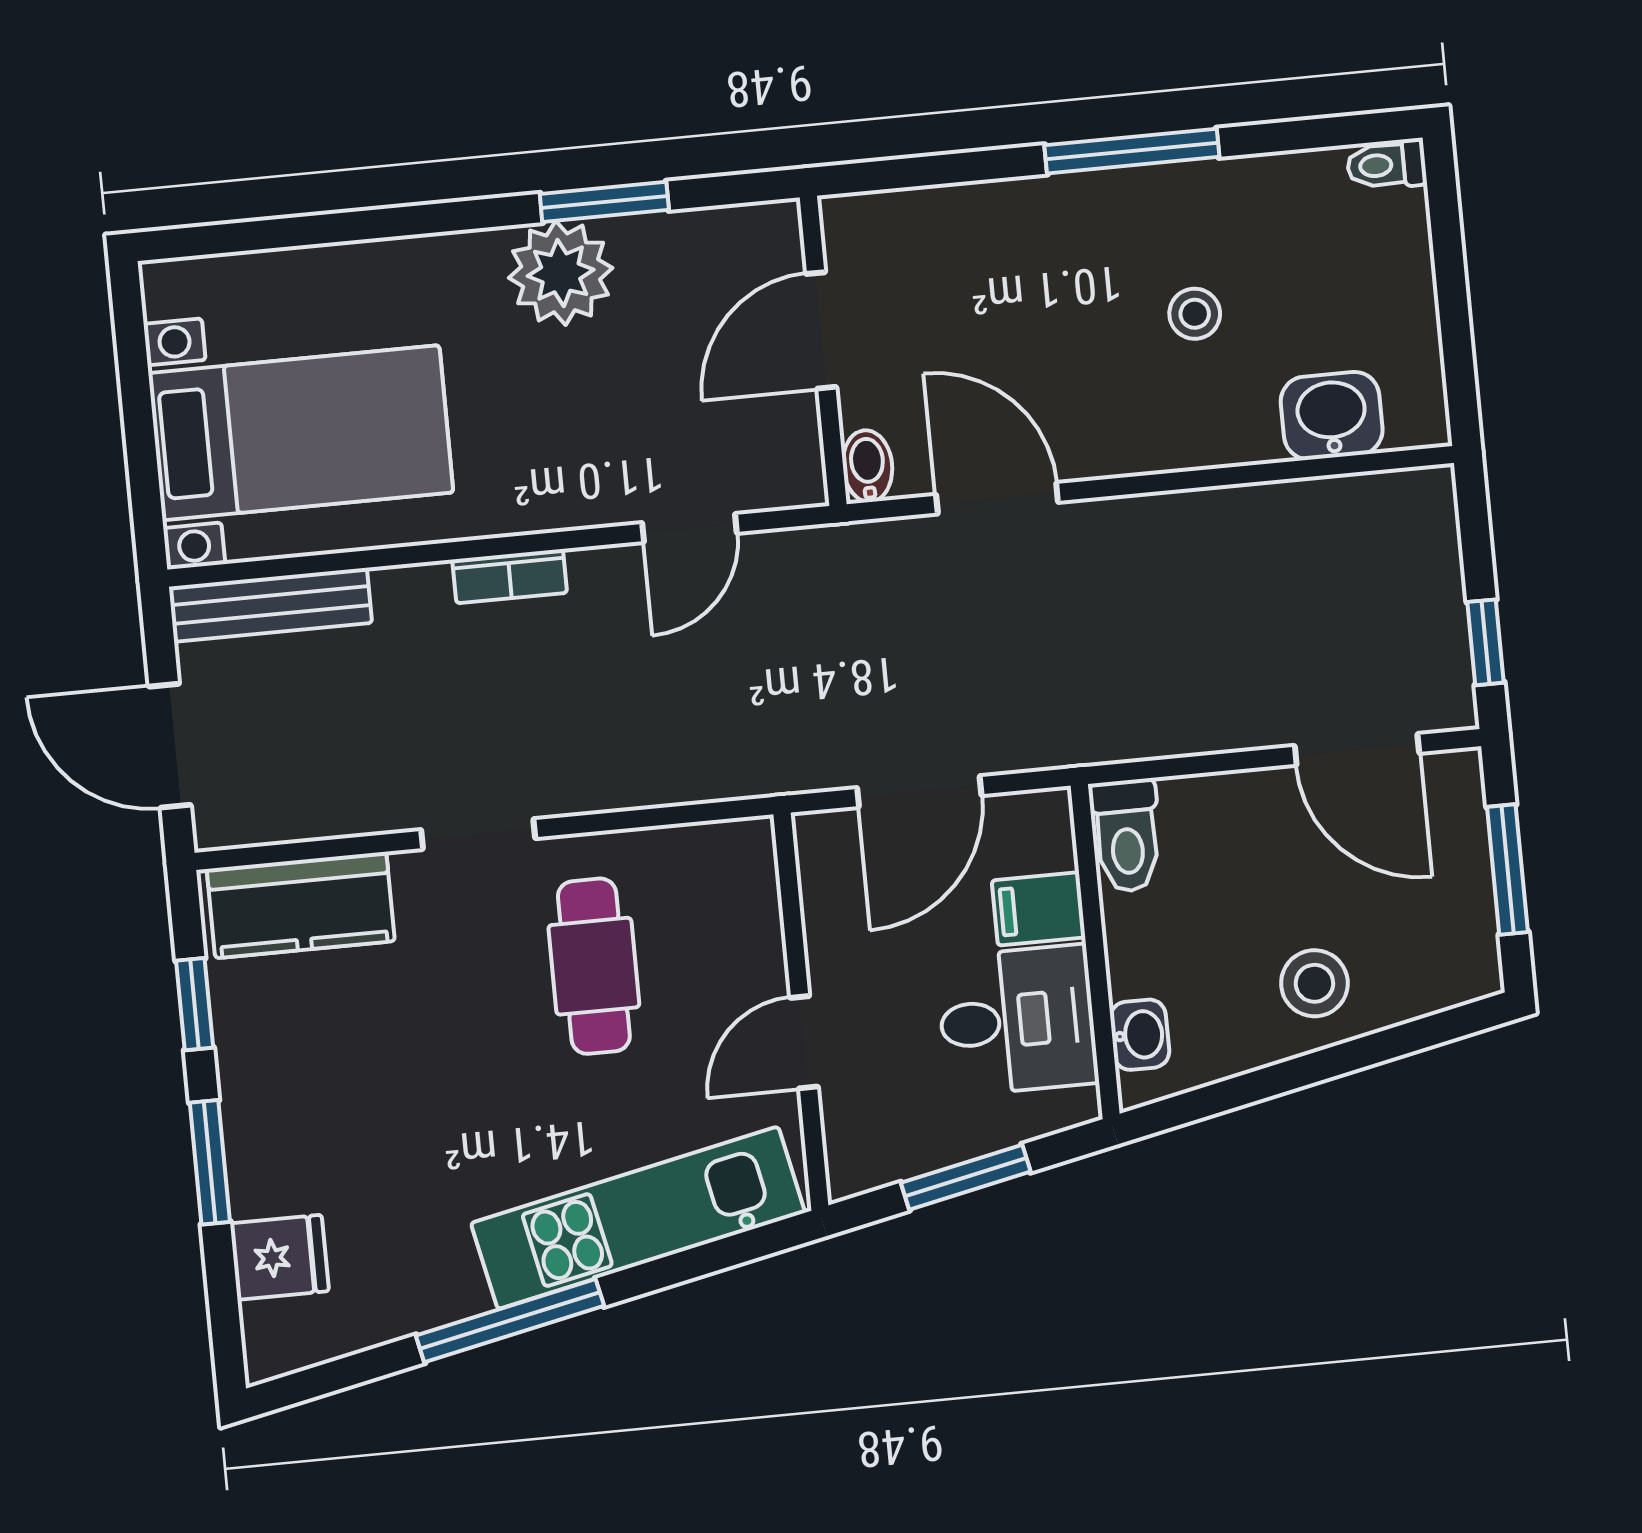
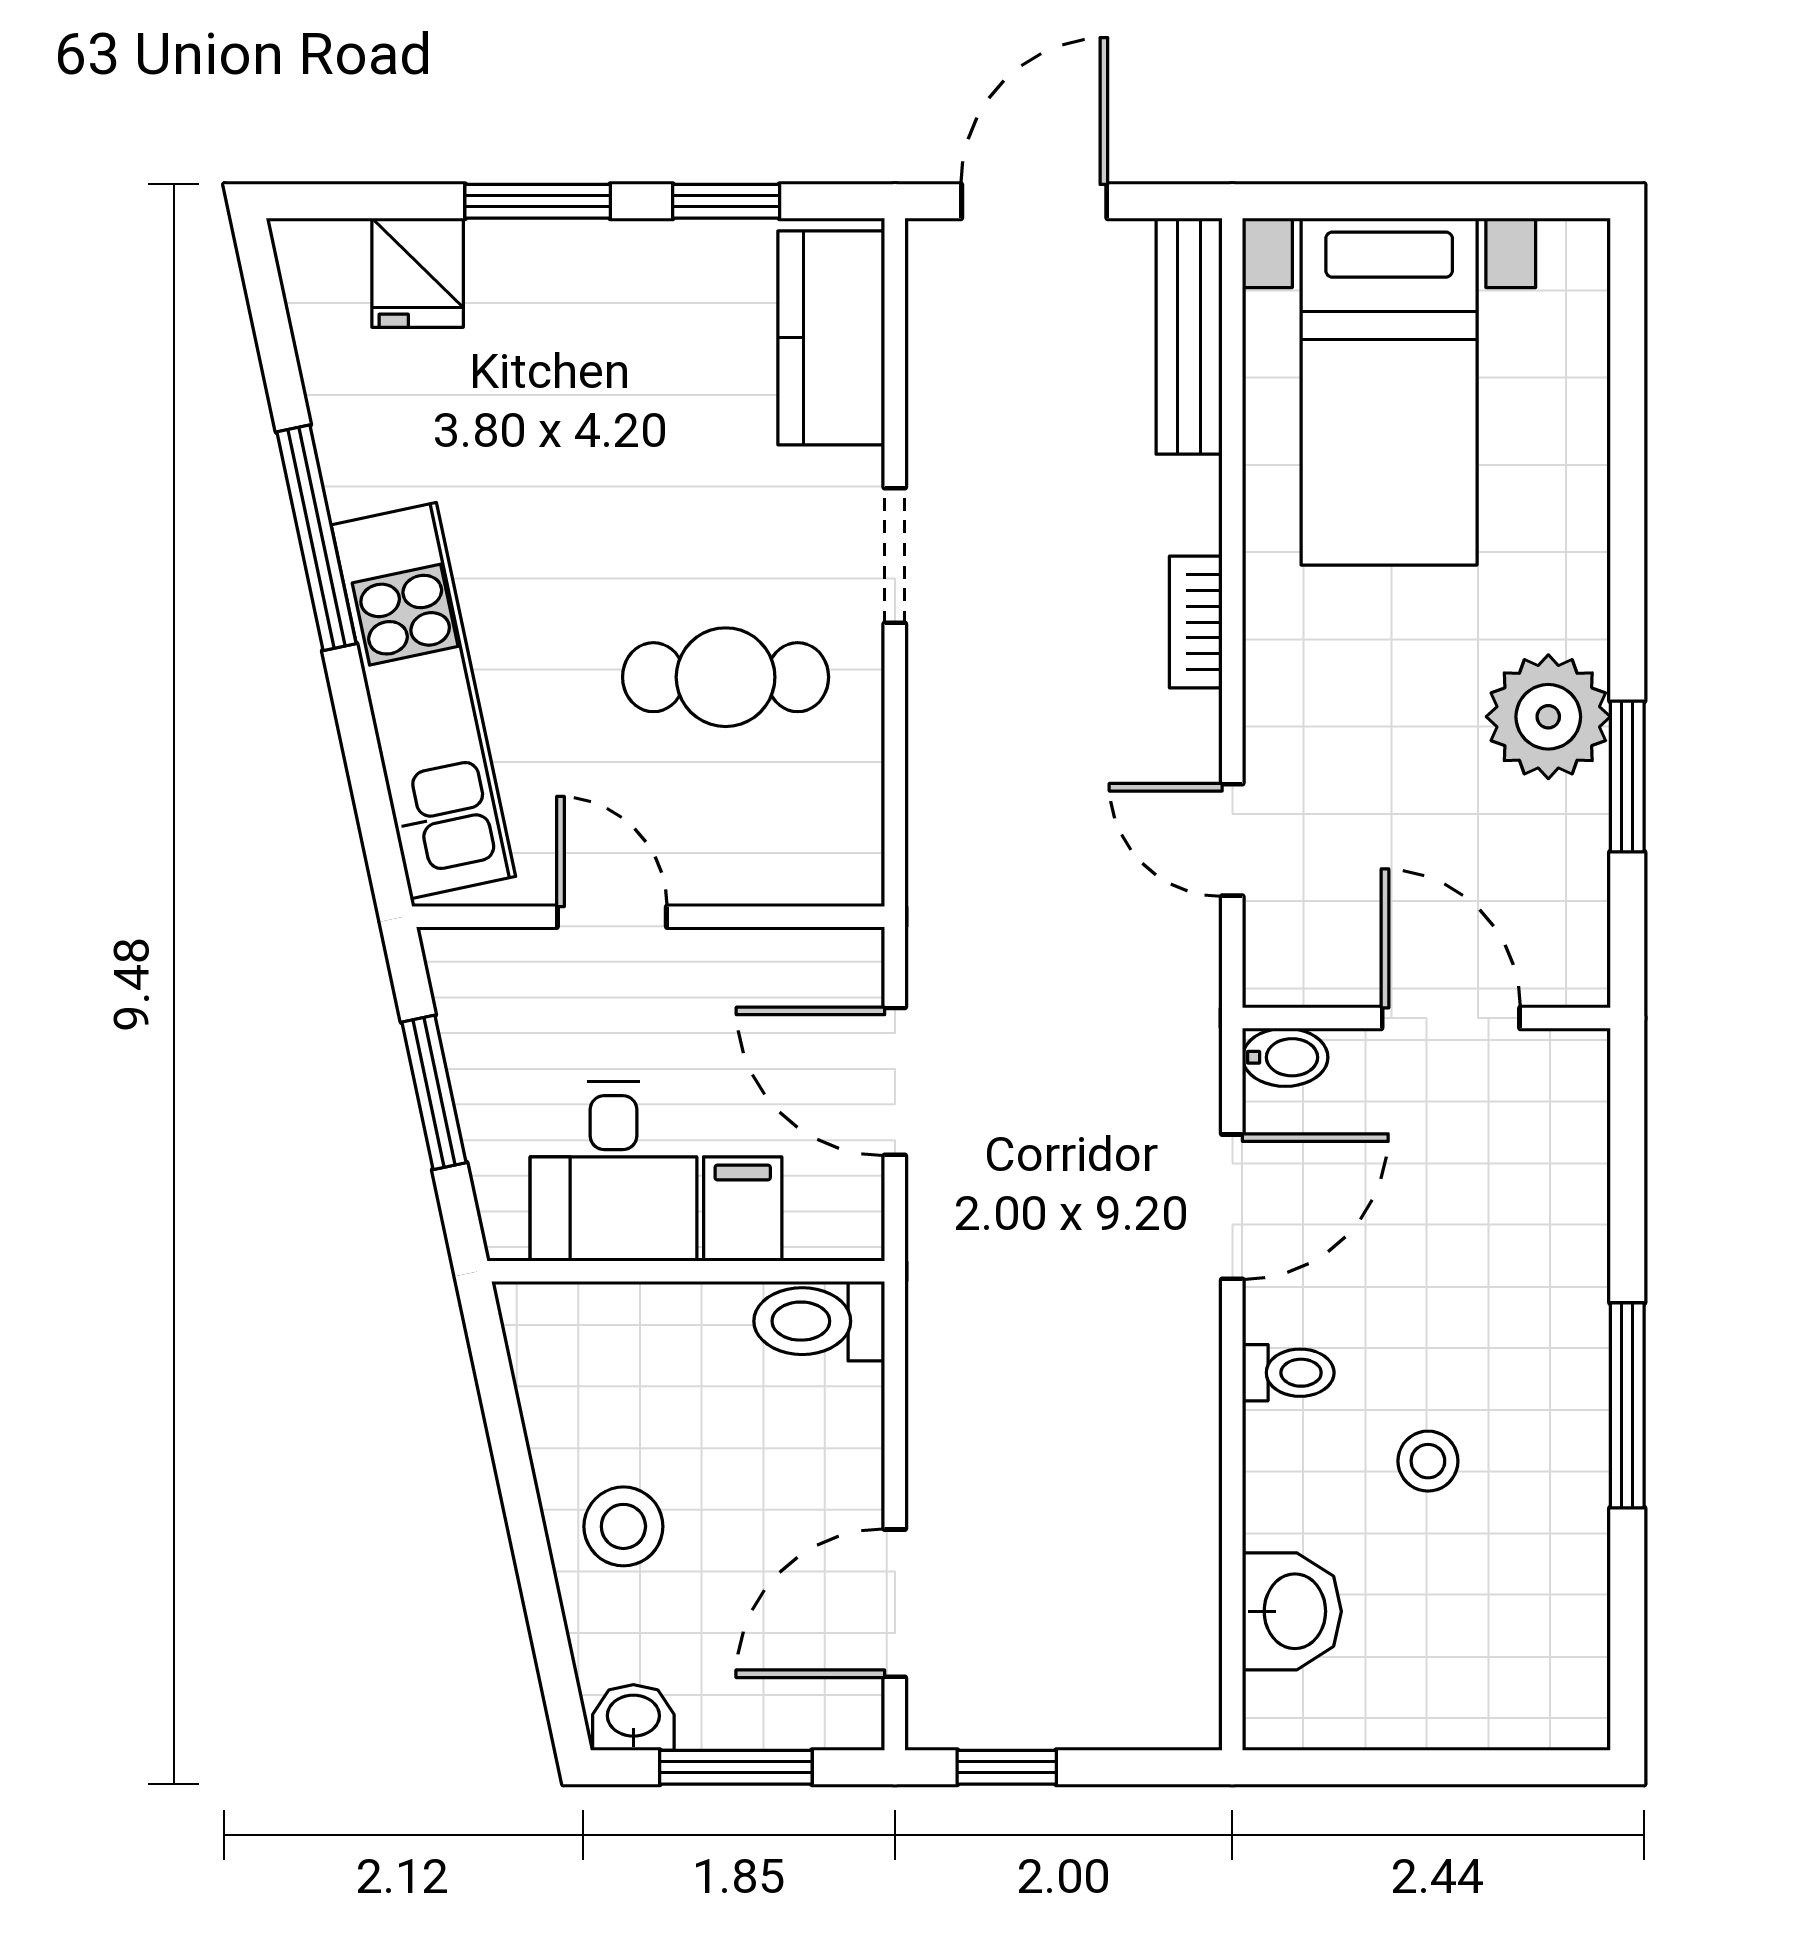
toilet: (1387, 165) -> (1288, 1373), moved, turned 90
washbasin: (1140, 1035) -> (633, 1718), moved, turned 180

